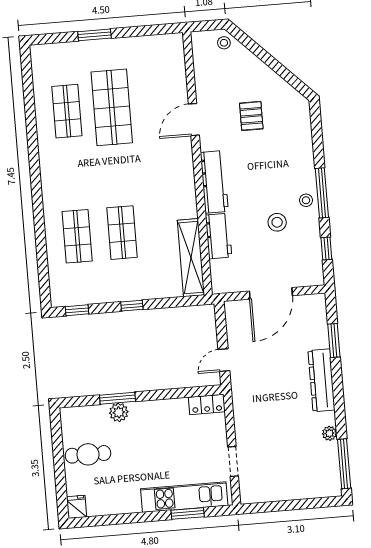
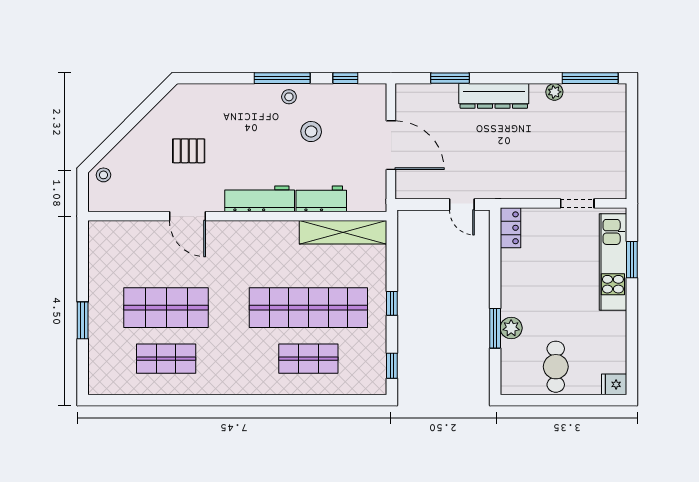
shop shelf: (122, 233) -> (308, 308), width x2.00, depth x1.36

